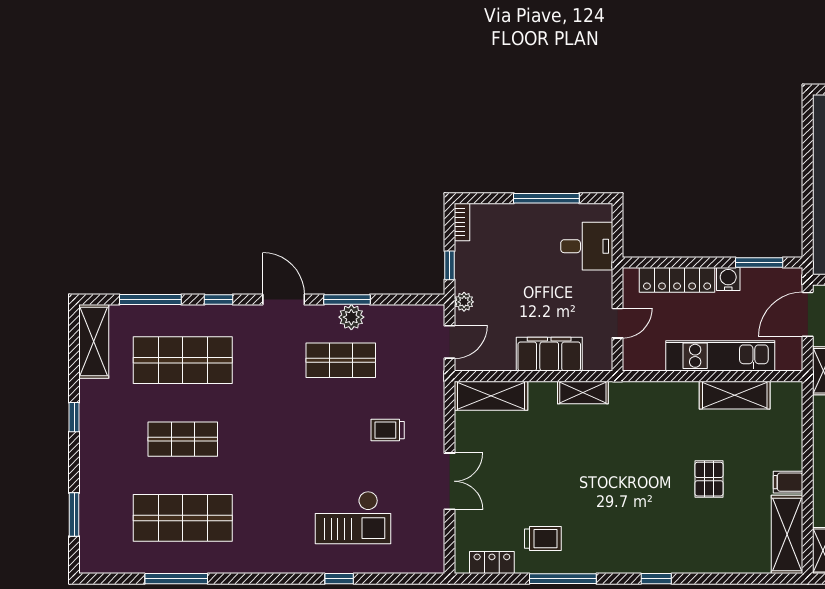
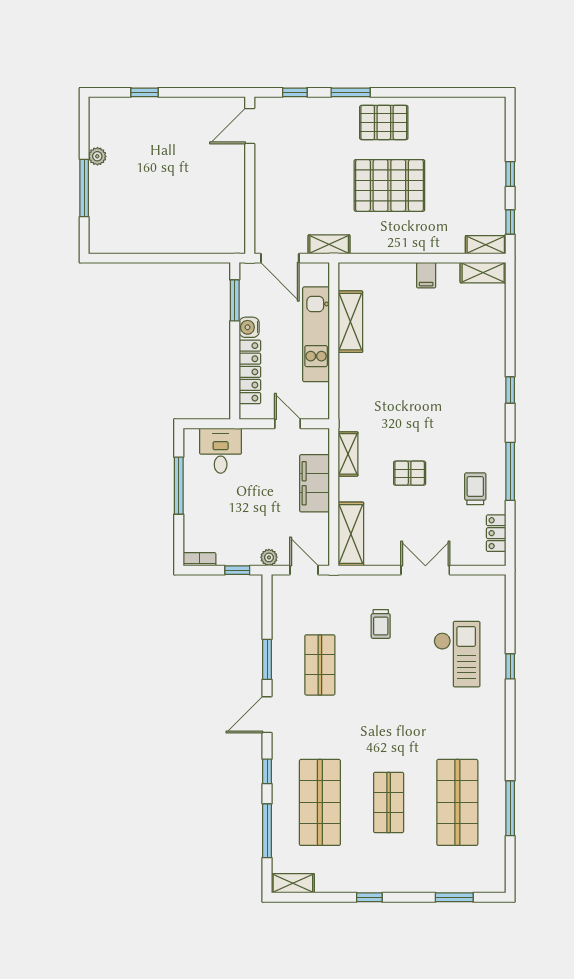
plant: (351, 317) -> (282, 656), removed
shelving: (94, 341) -> (293, 883), width x0.67, depth x0.75
pallet: (709, 479) -> (410, 473), moved
shelving: (787, 534) -> (483, 273), width x0.67, depth x0.75

